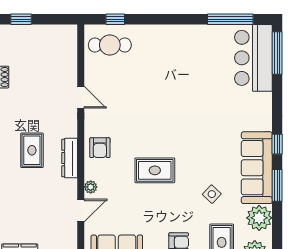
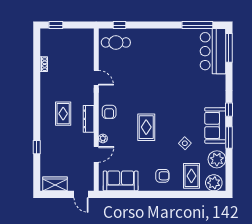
sofa: (257, 168) -> (215, 125), width x0.73
rug: (155, 170) -> (146, 127), turned 90

